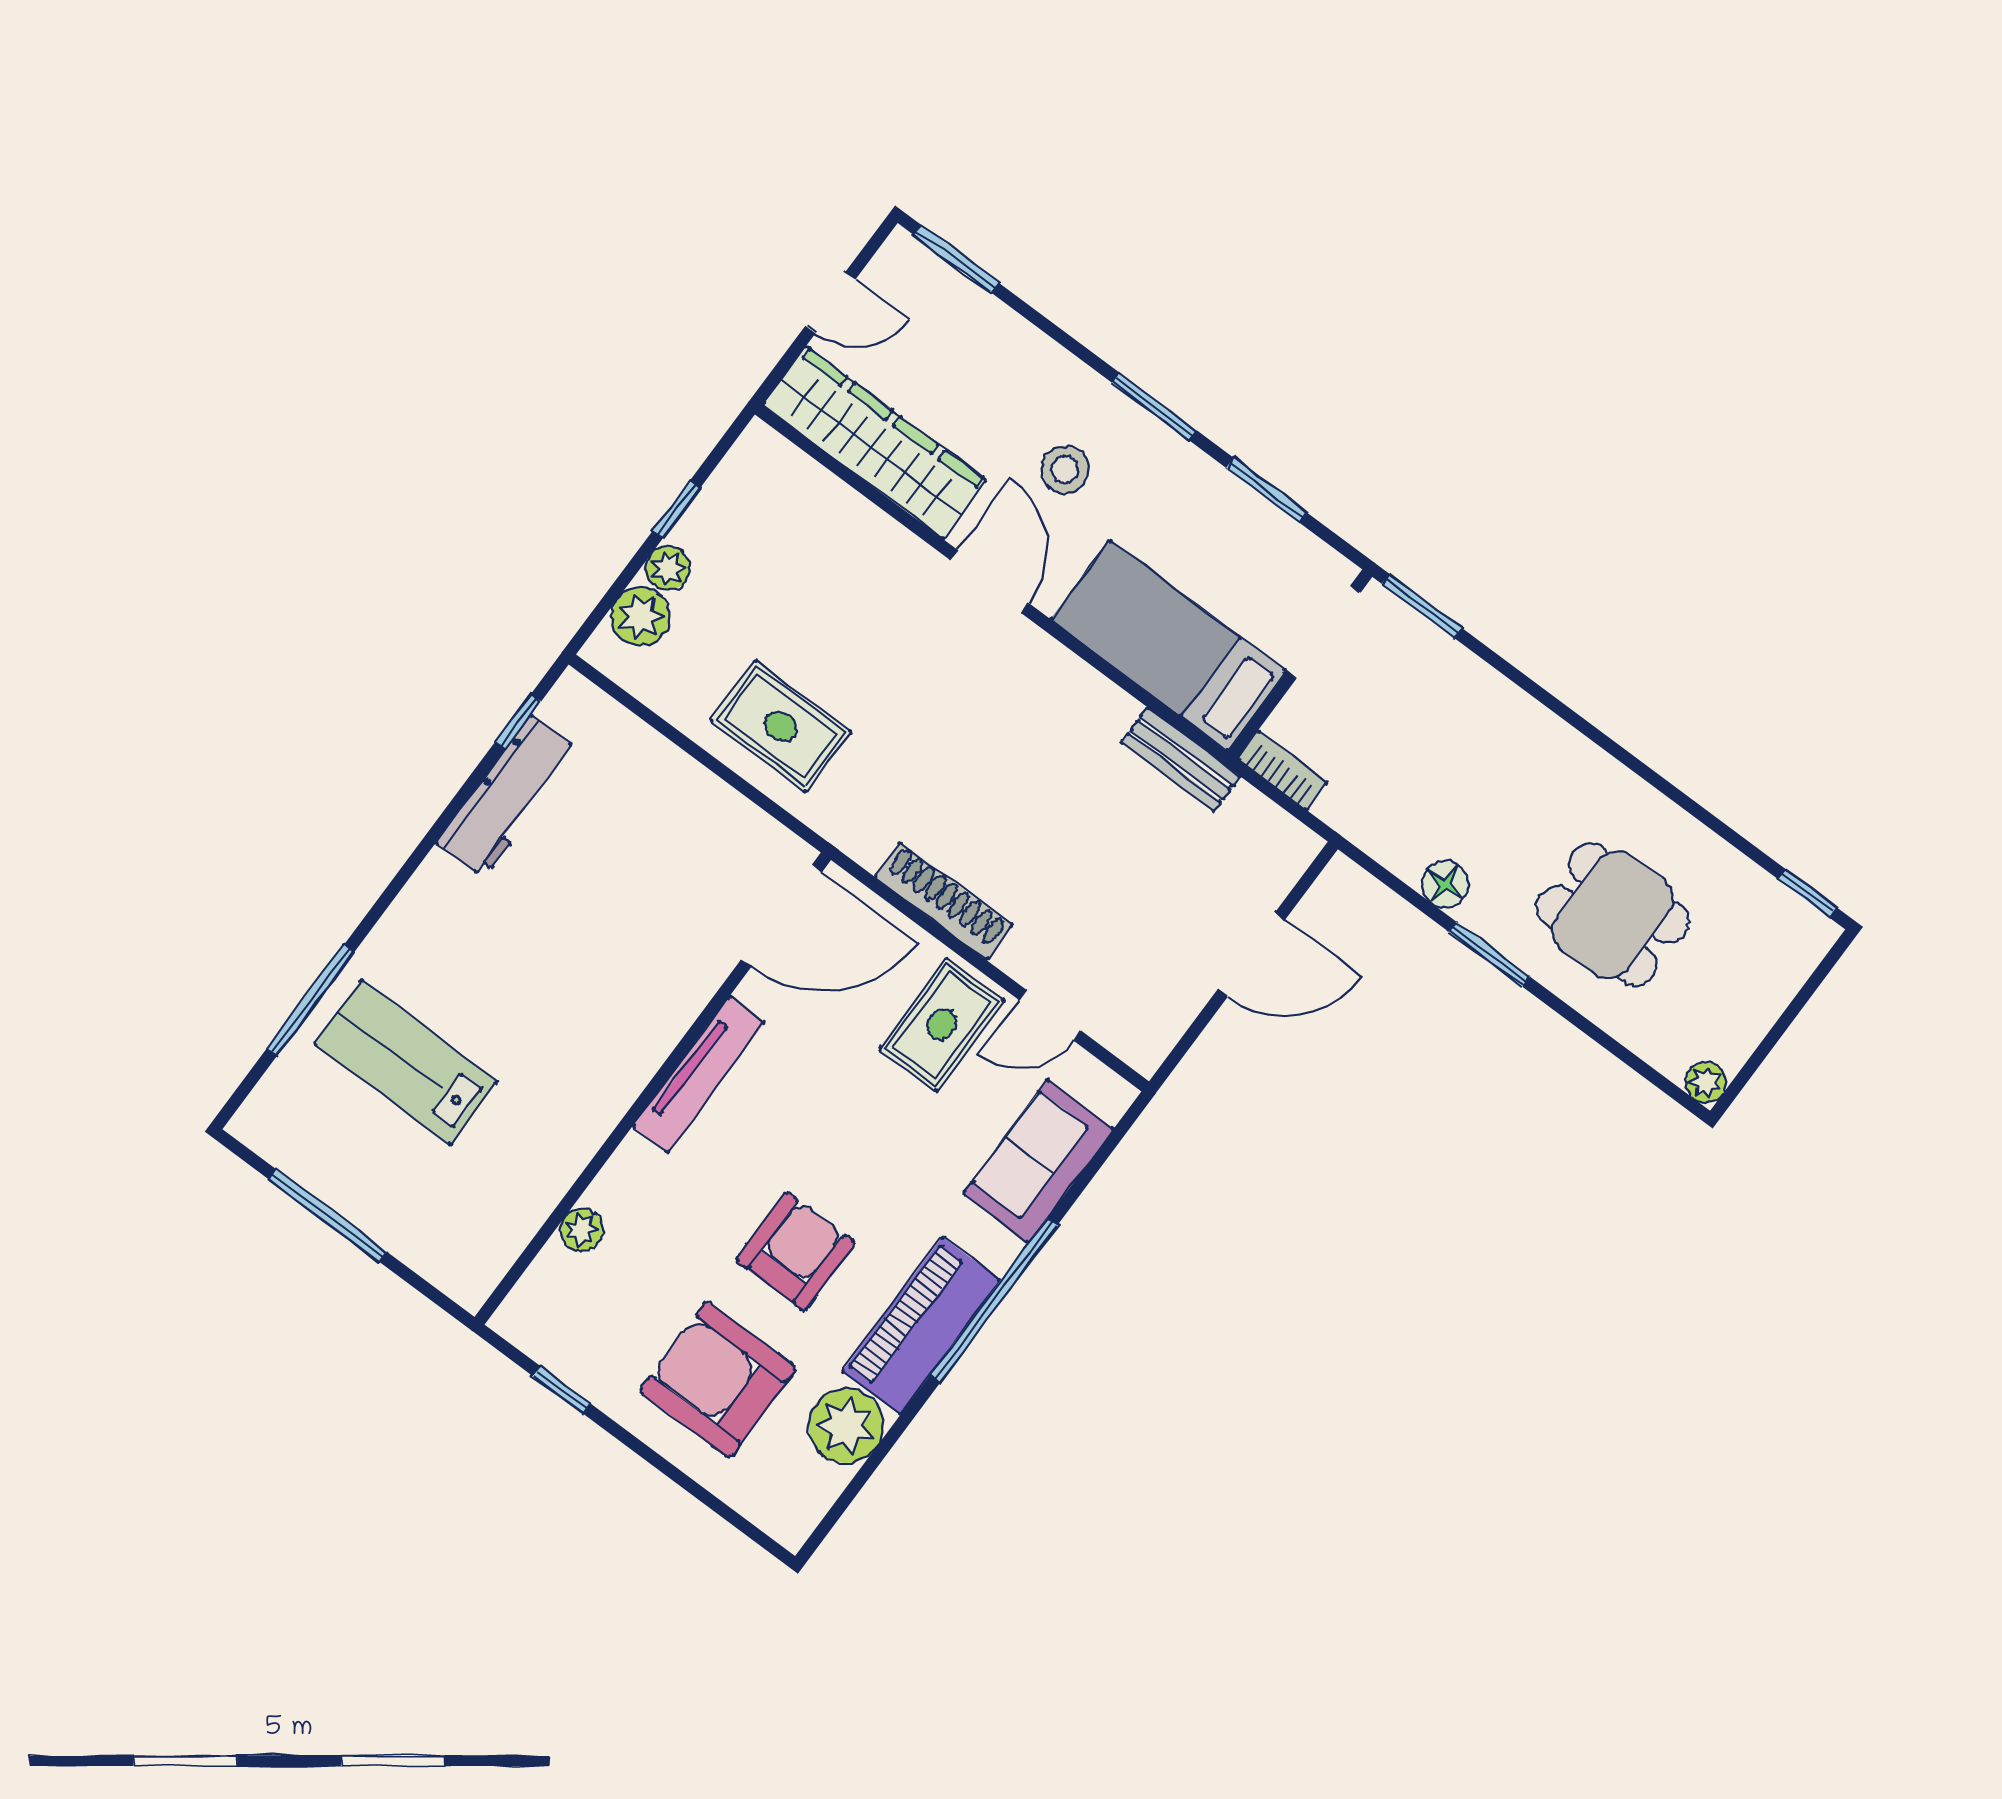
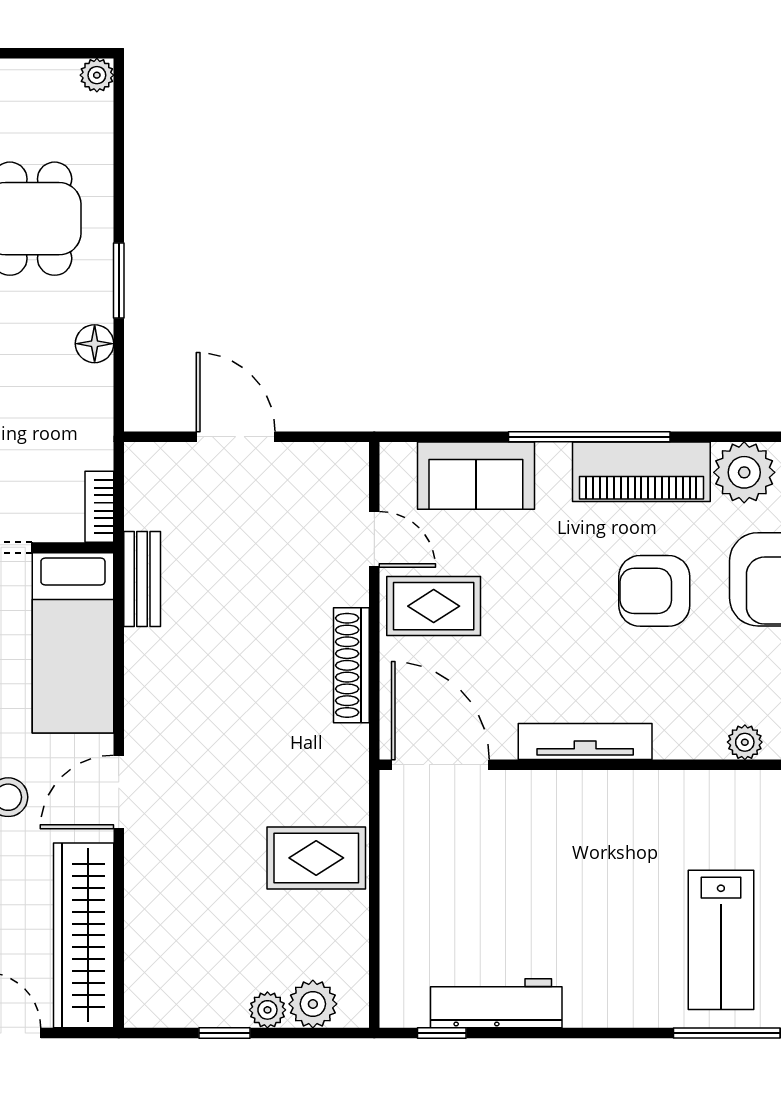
rug: (781, 726) -> (316, 858), turned 90

